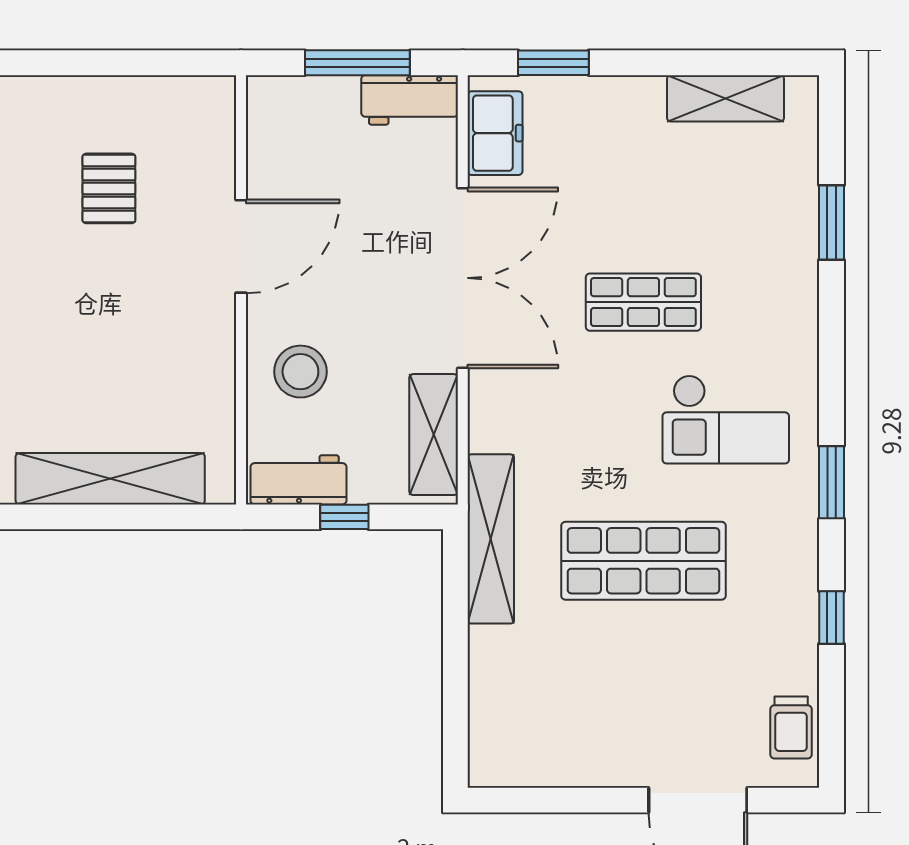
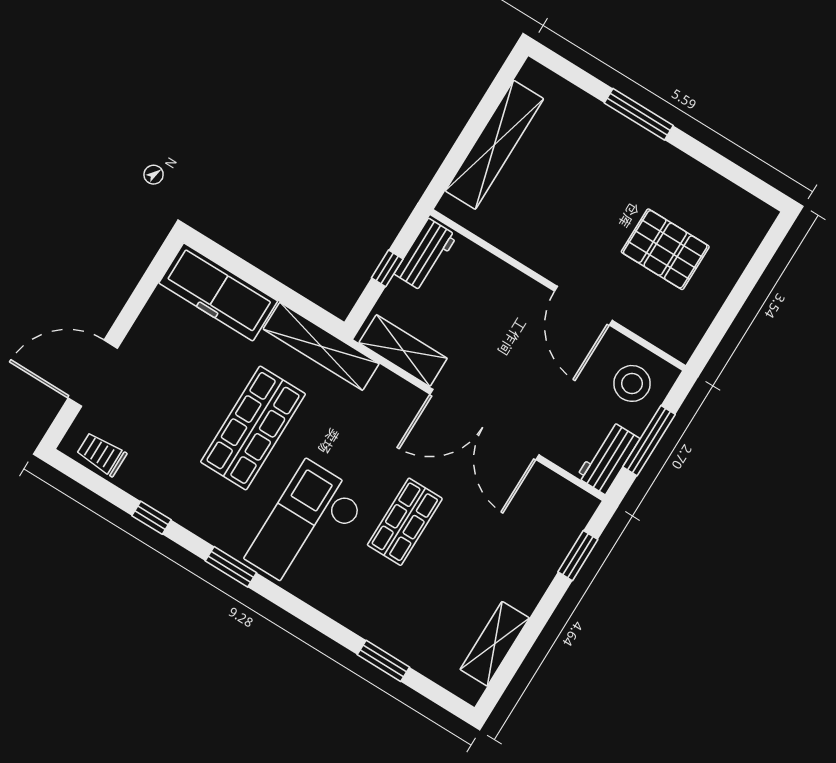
freezer: (495, 133) -> (218, 292), moved, width x1.91, depth x1.26
pallet: (109, 188) -> (665, 249), width x1.50, depth x1.42
stool: (300, 372) -> (632, 383), moved
checkout: (726, 419) -> (306, 528), width x1.36, depth x1.21

